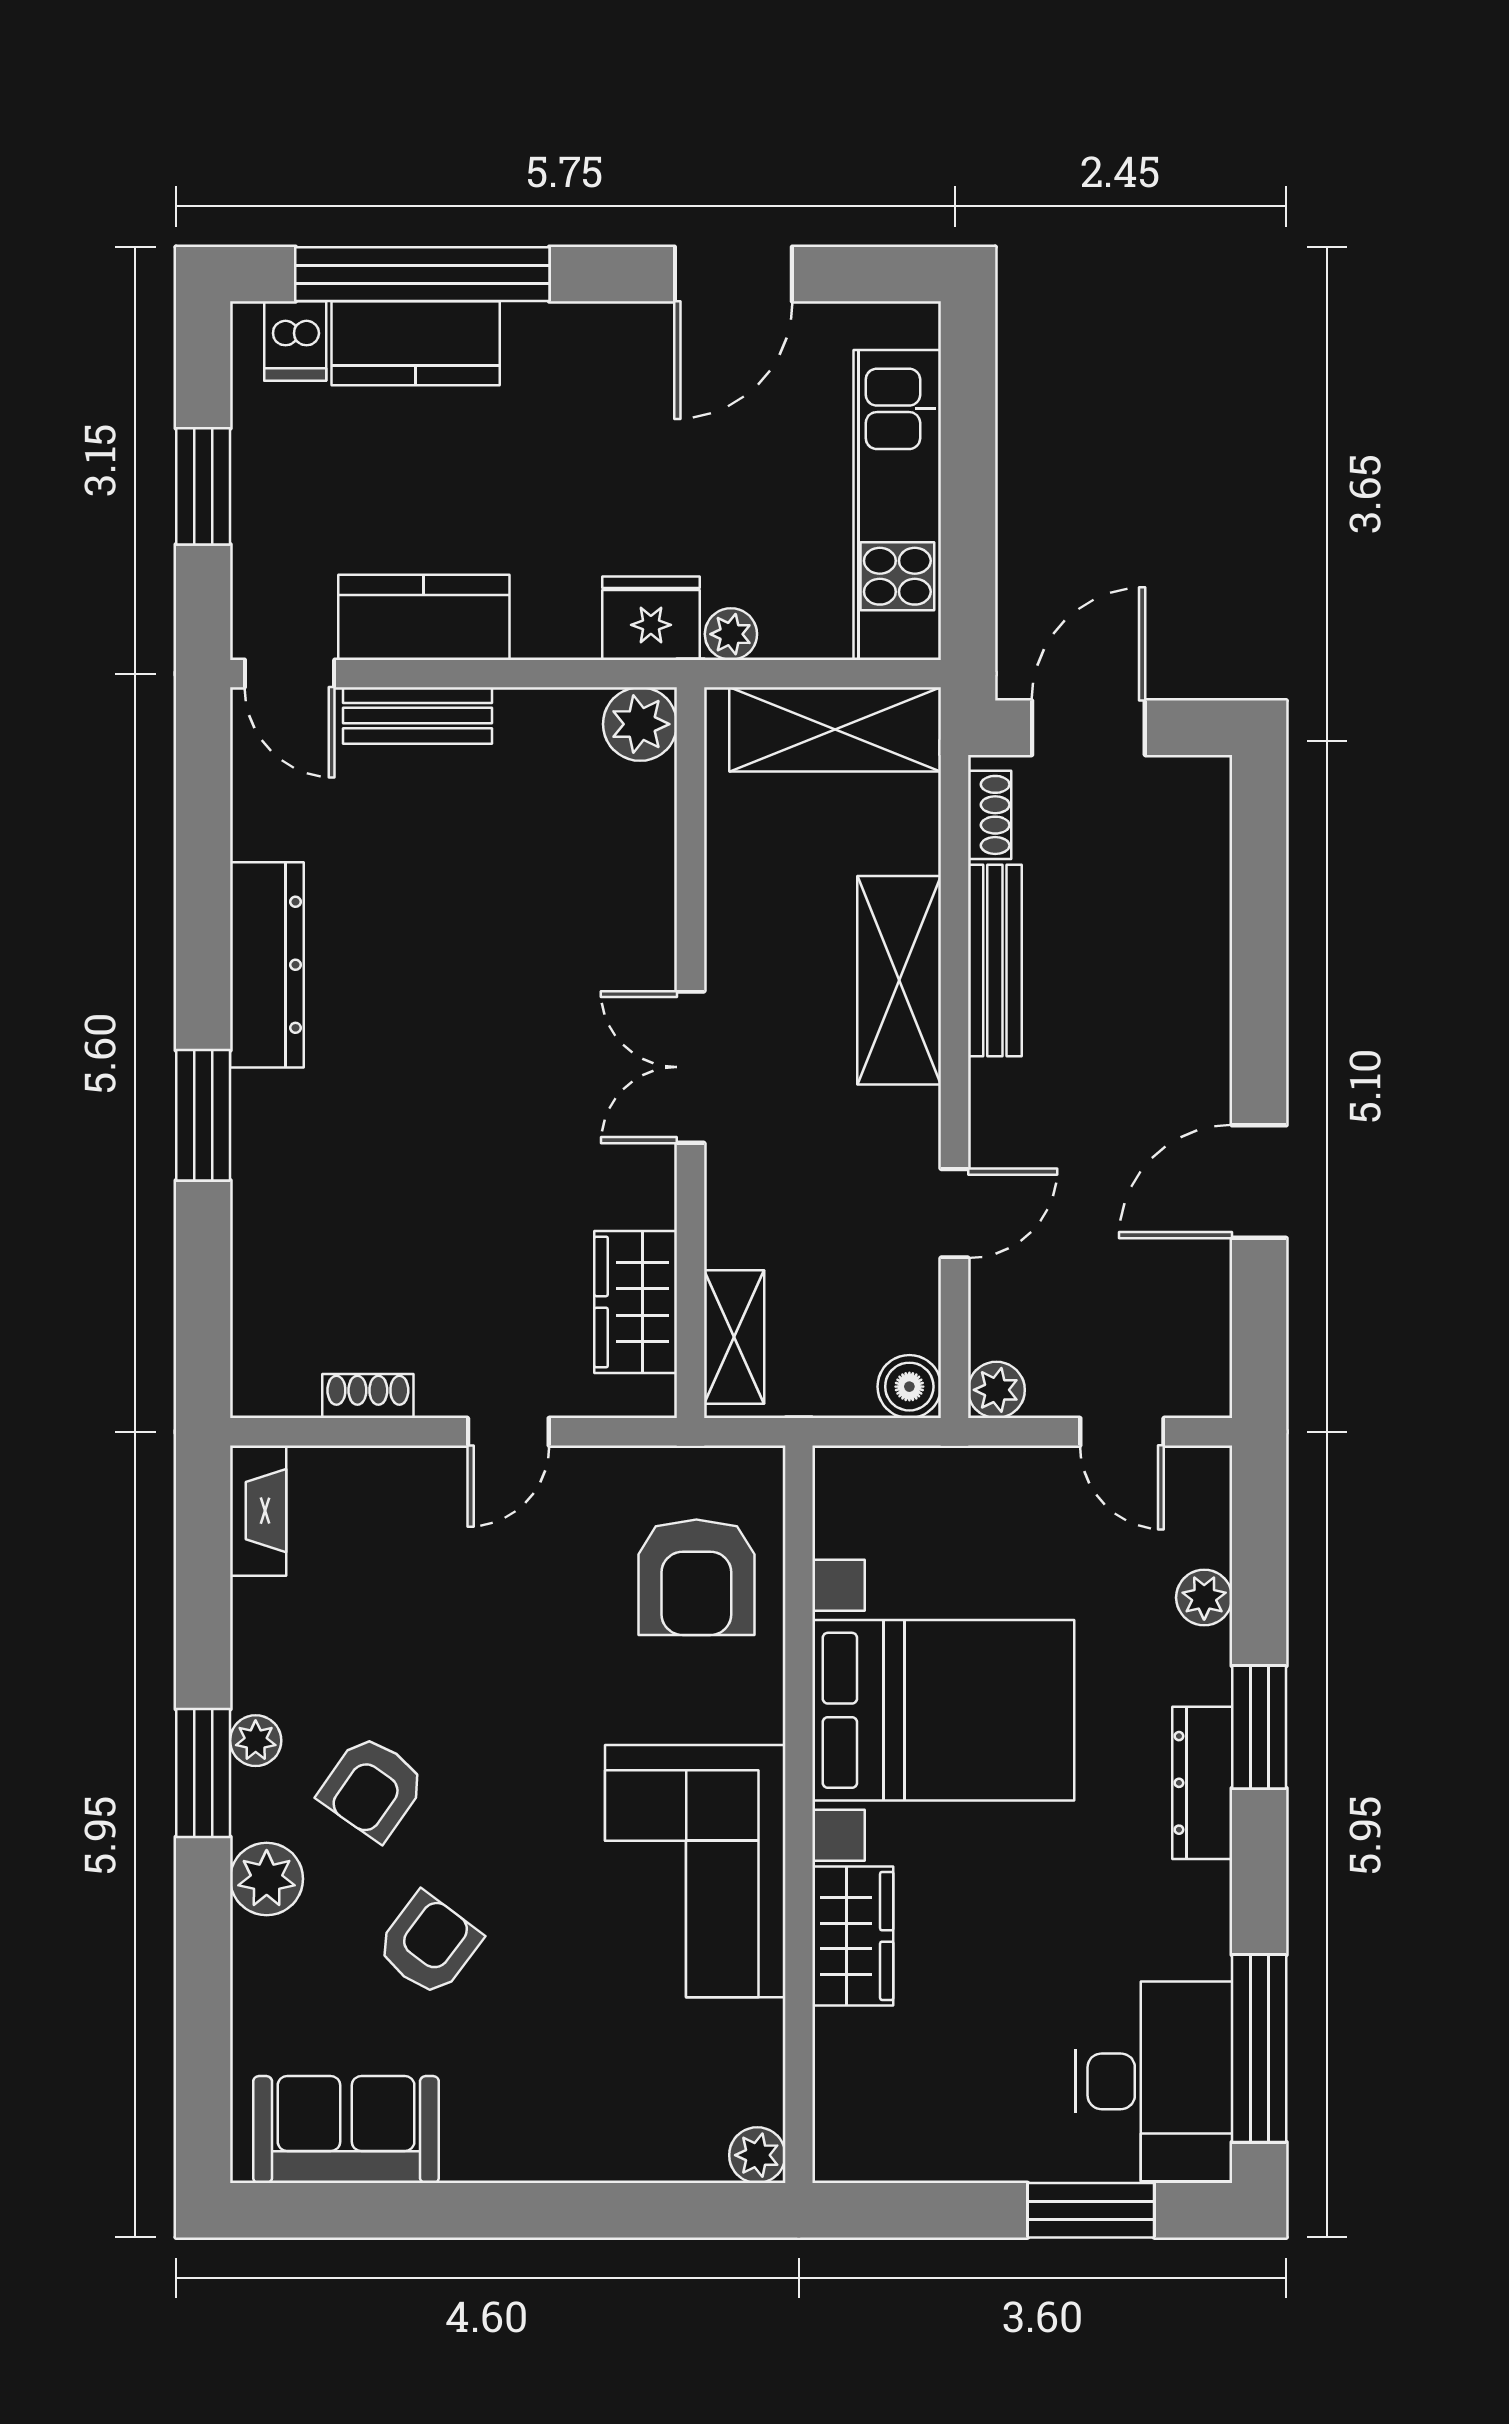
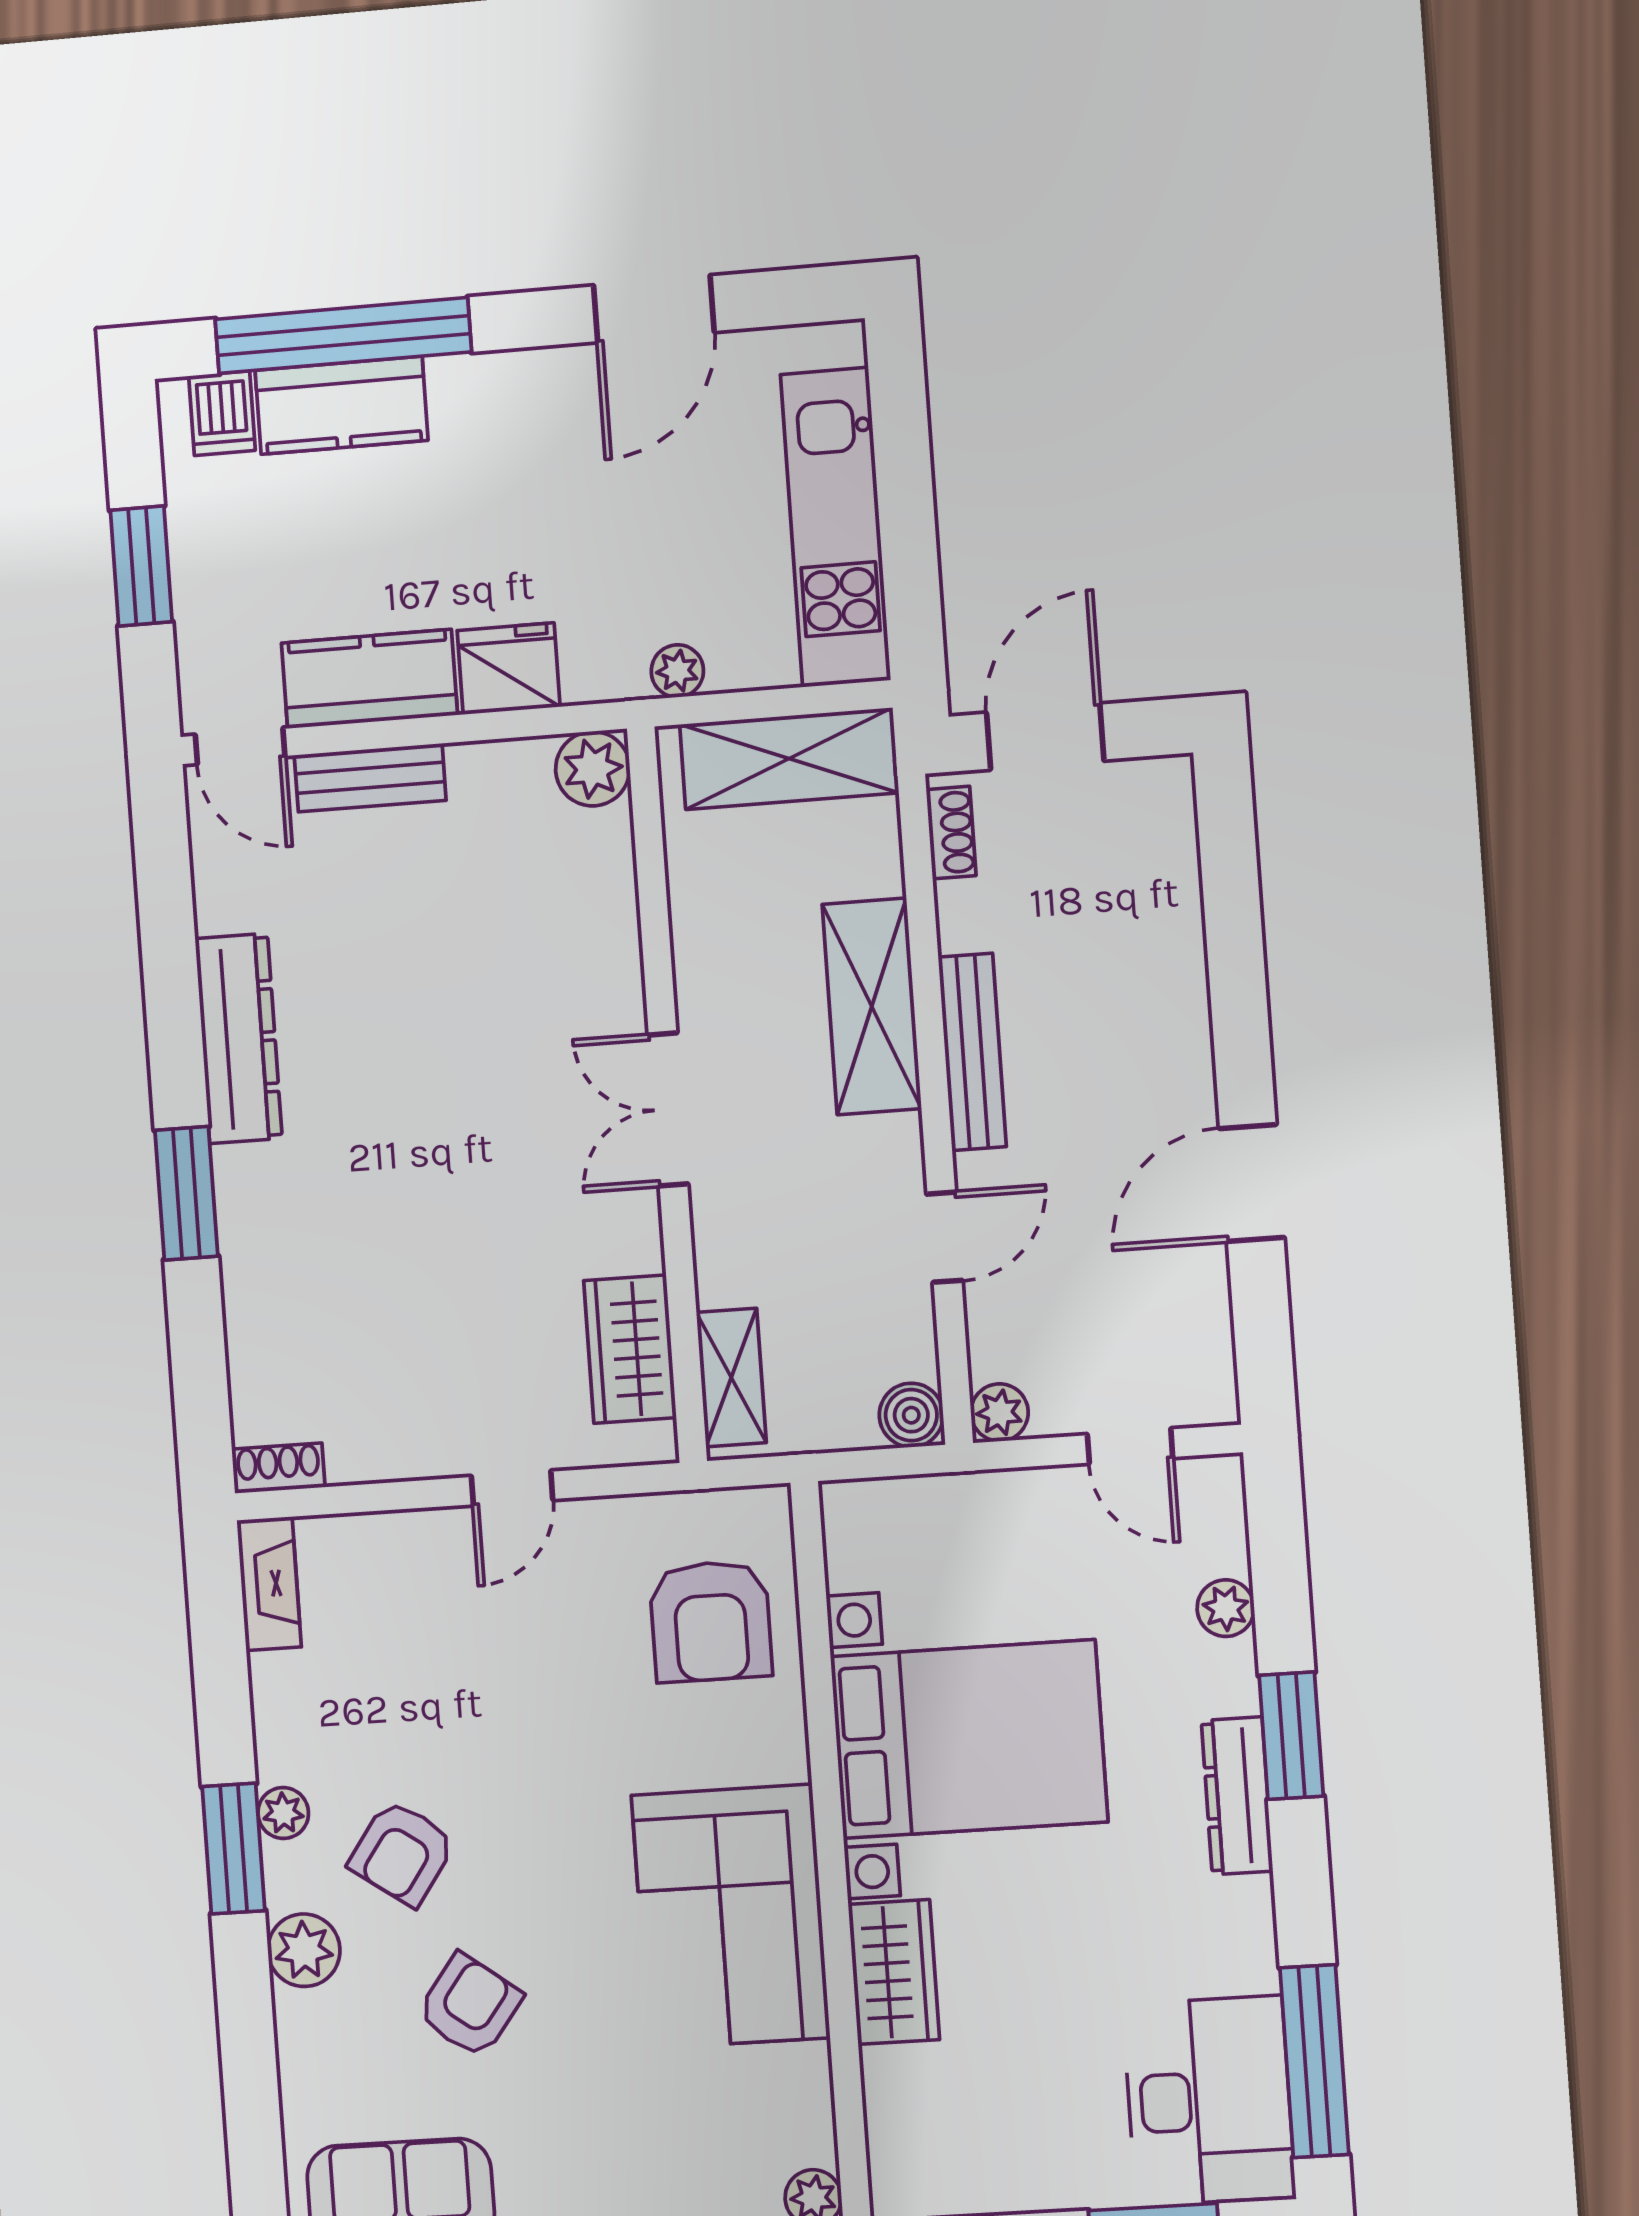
fridge: (651, 618) -> (509, 669), moved
bench: (995, 960) -> (972, 1052), moved
shoe rack: (368, 1396) -> (278, 1468), moved

